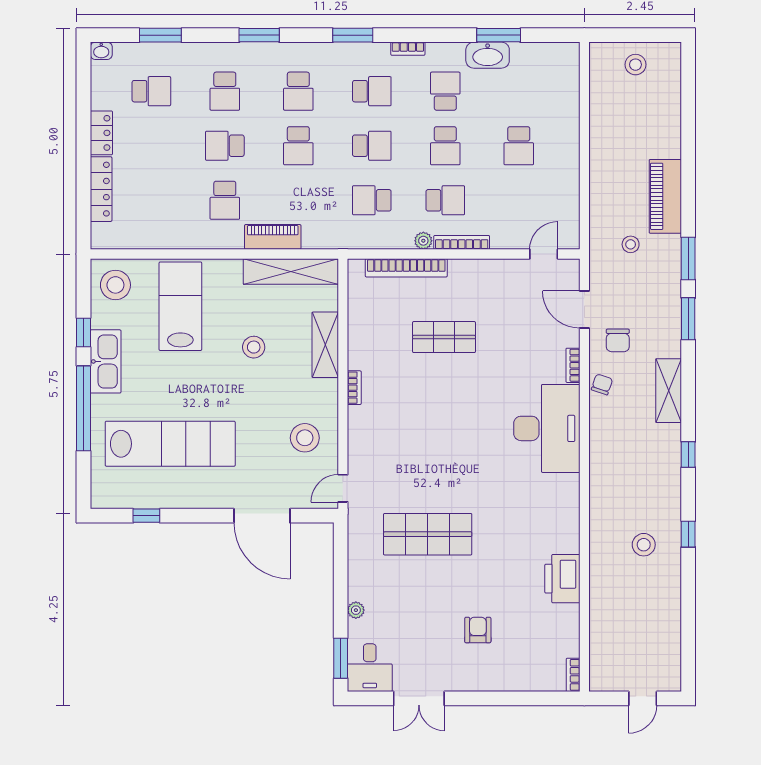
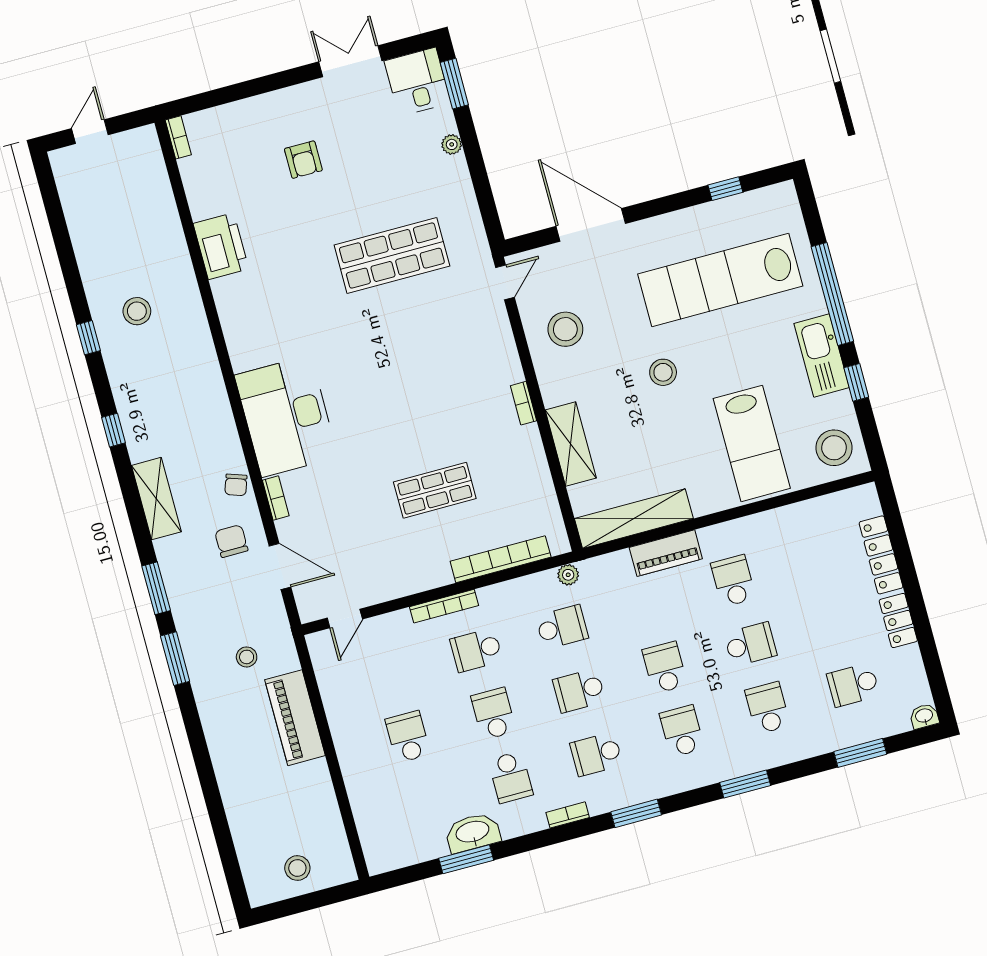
piano: (665, 196) -> (295, 718), moved, turned 180
plant: (423, 241) -> (568, 575), moved
stool: (254, 347) -> (663, 372), moved

